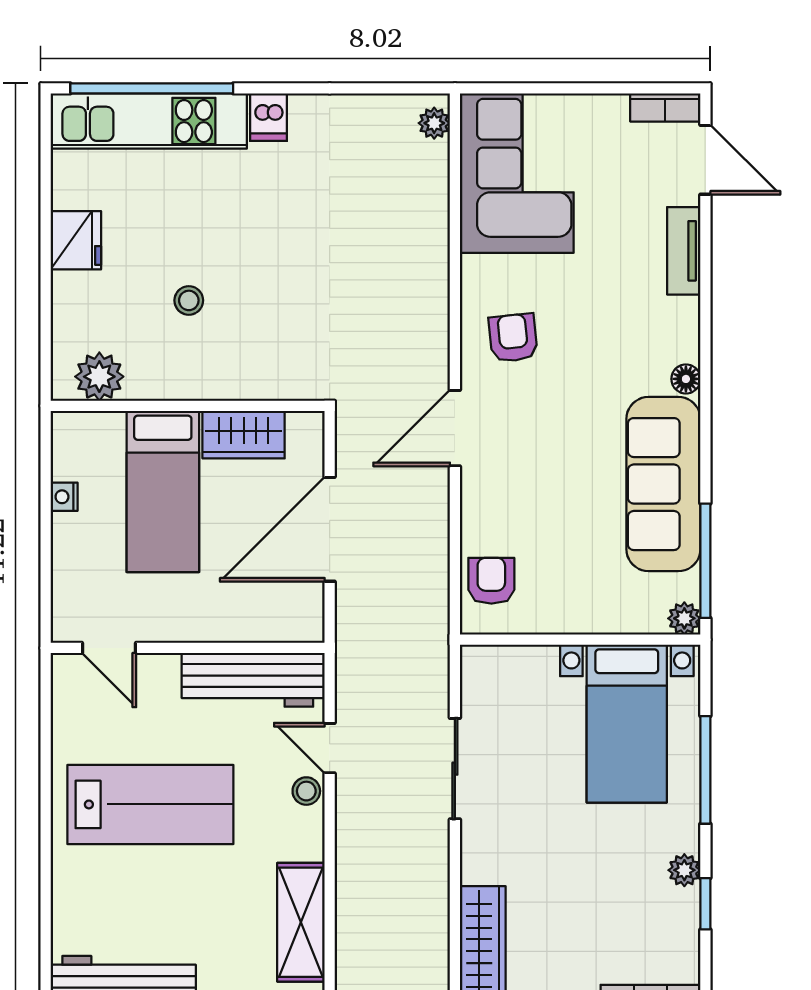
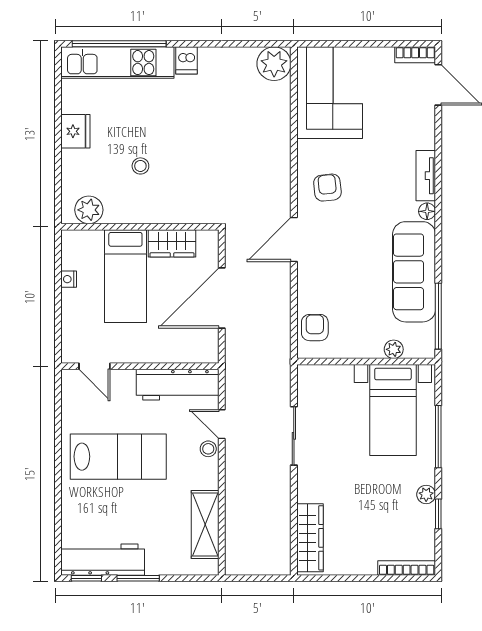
plant: (434, 123) -> (274, 64), width x1.88, depth x1.88
tv unit: (684, 251) -> (426, 176), moved
plant: (684, 618) -> (394, 349), moved

